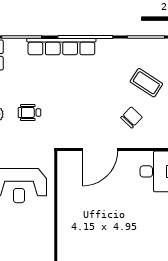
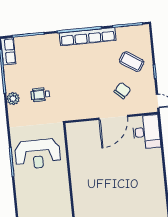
row of seats: (61, 47) -> (88, 37), moved
door: (100, 149) -> (113, 117), moved

